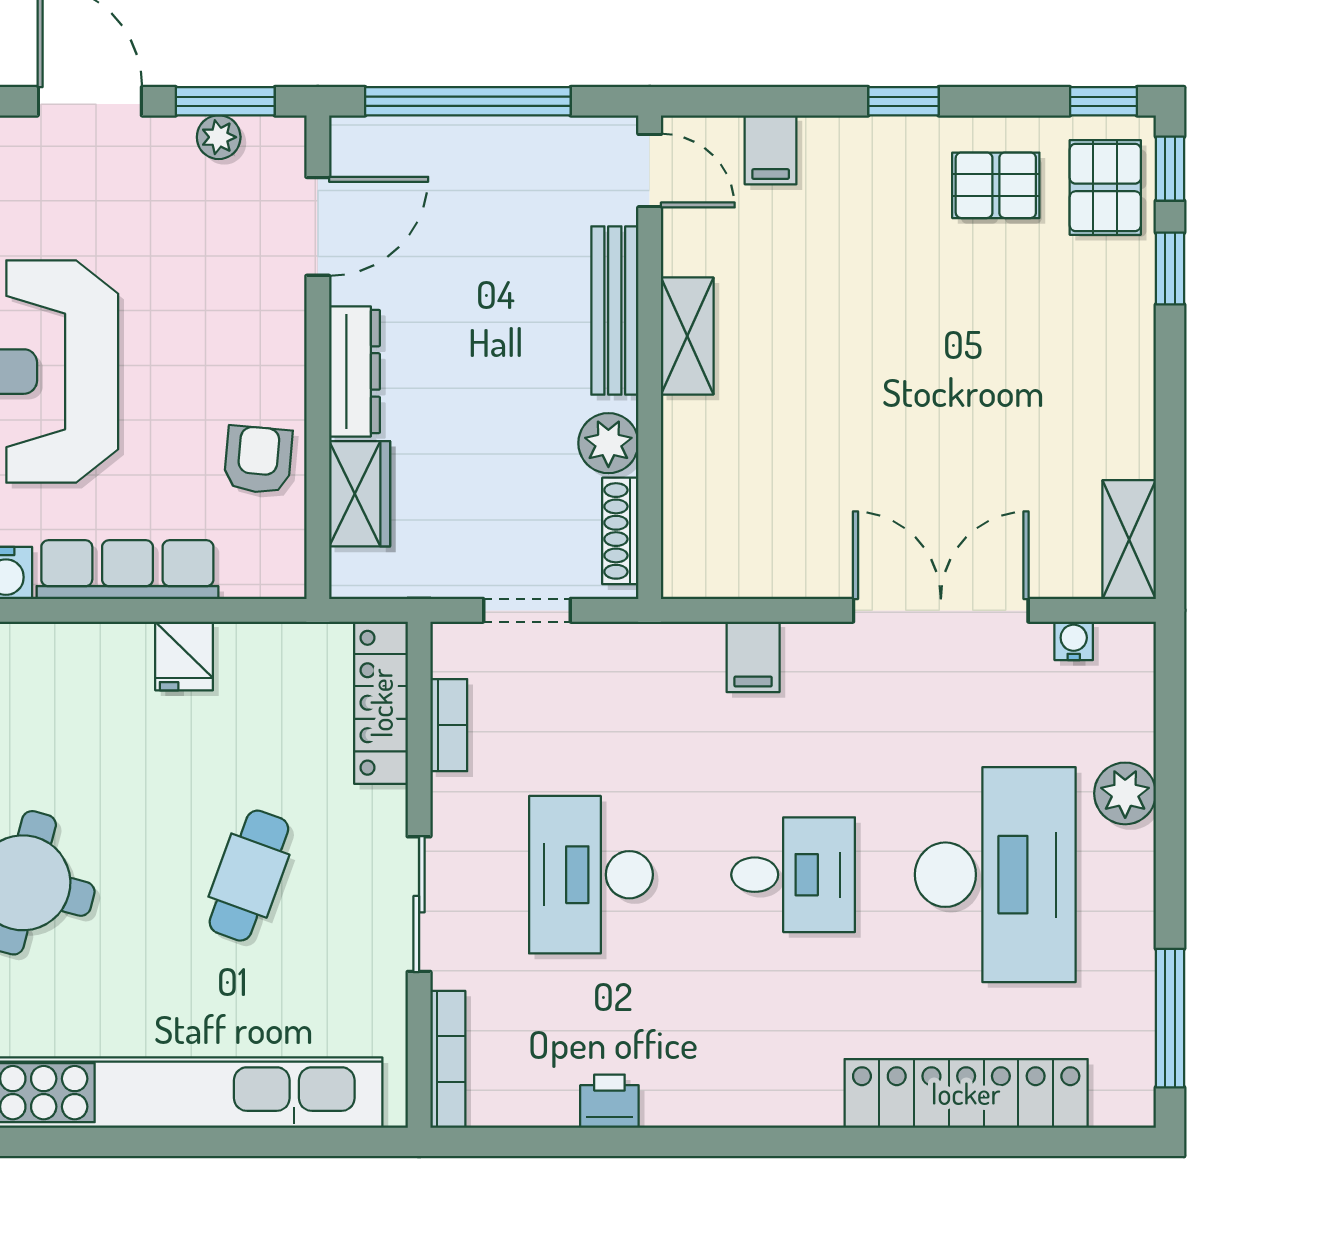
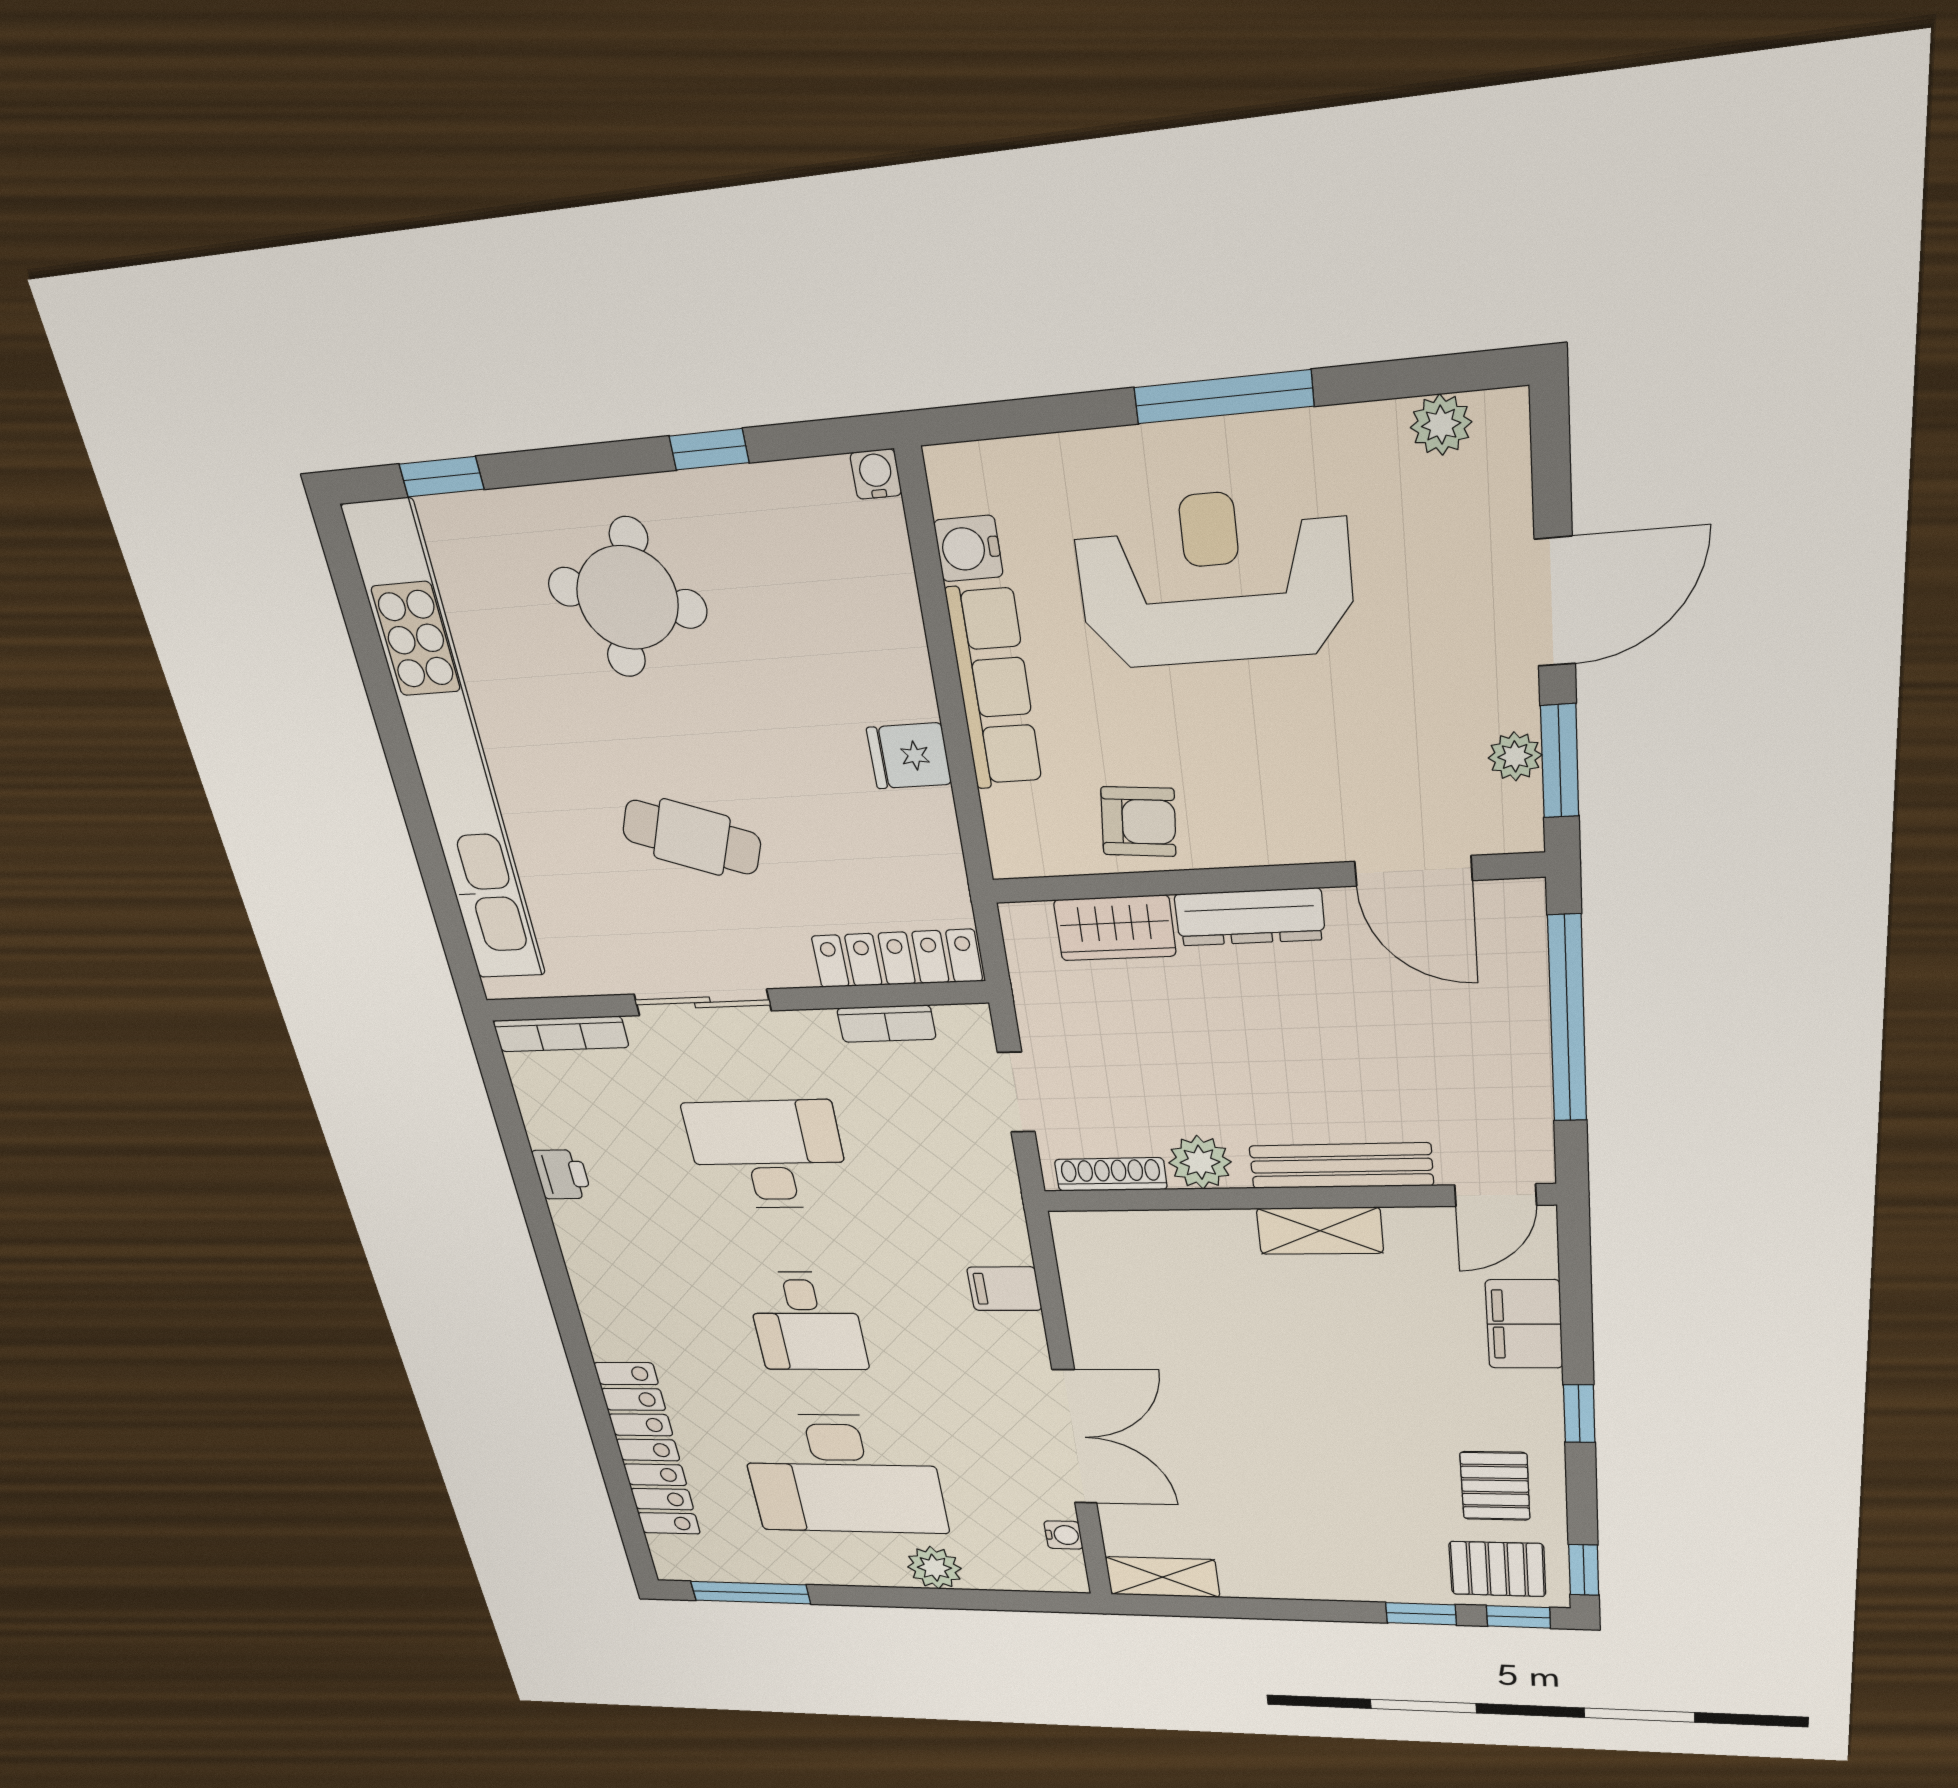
filing cabinet: (771, 150) -> (1524, 1324), width x2.00

